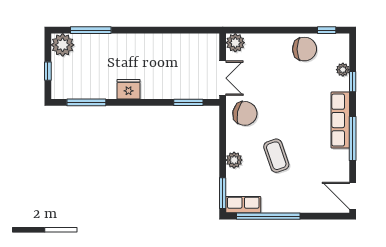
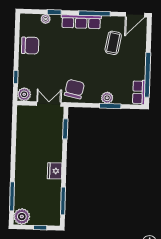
window: (327, 30) -> (16, 77), moved
chair: (305, 49) -> (30, 45), turned 90
coffee table: (276, 156) -> (113, 43), moved, turned -61
window: (223, 193) -> (110, 106), moved

